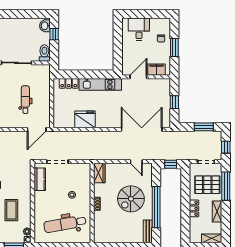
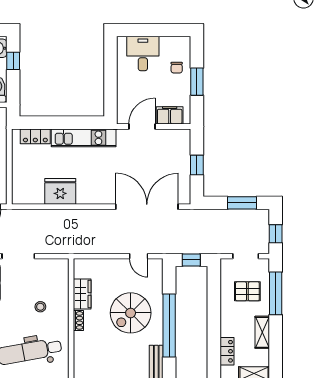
wardrobe: (99, 173) -> (82, 294), moved
pallet: (207, 185) -> (247, 291), width x0.67, depth x0.71
locker: (194, 208) -> (227, 351), moved

